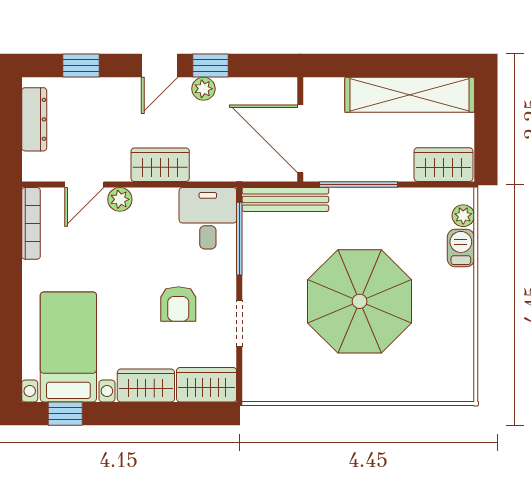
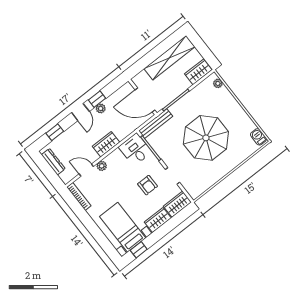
door: (84, 184) -> (86, 170), swing flipped
barbecue: (461, 248) -> (258, 137), moved

